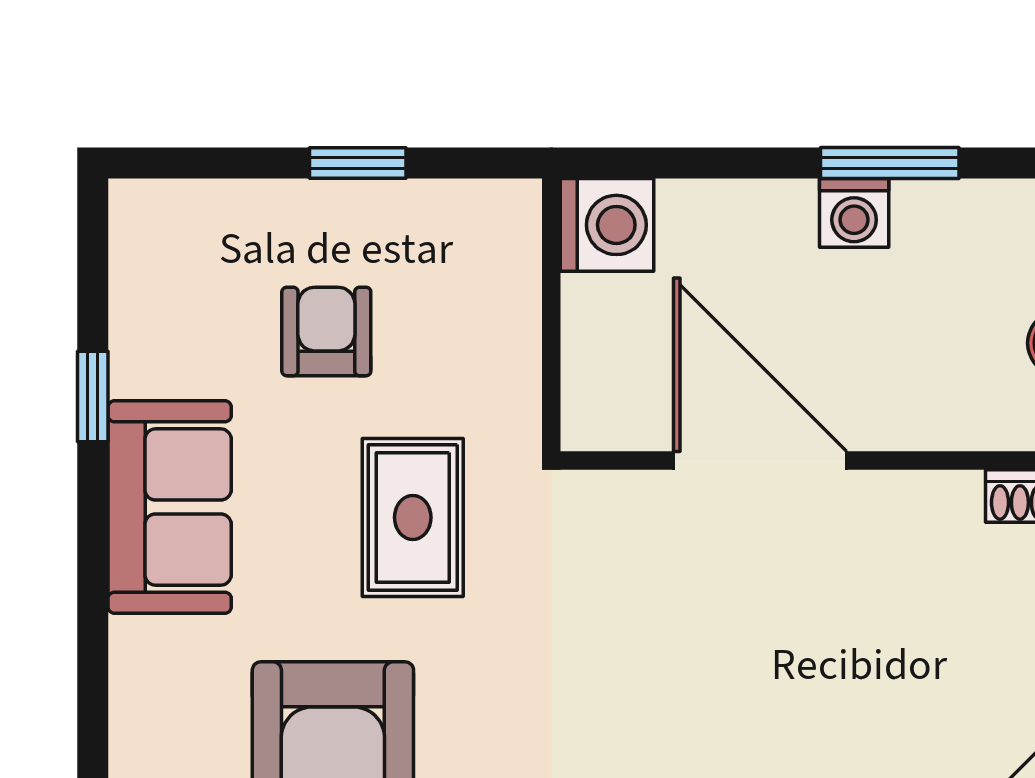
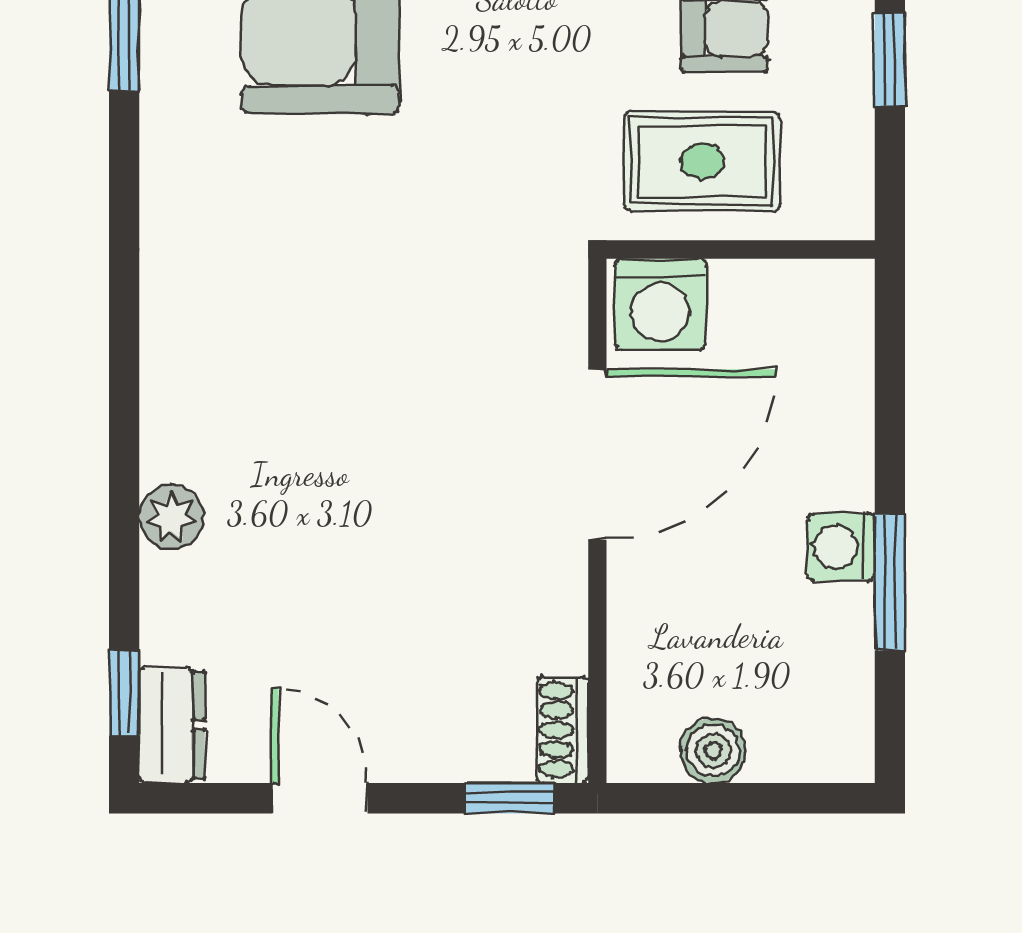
washing machine: (607, 225) -> (660, 304), moved
rug: (413, 517) -> (702, 161), moved

